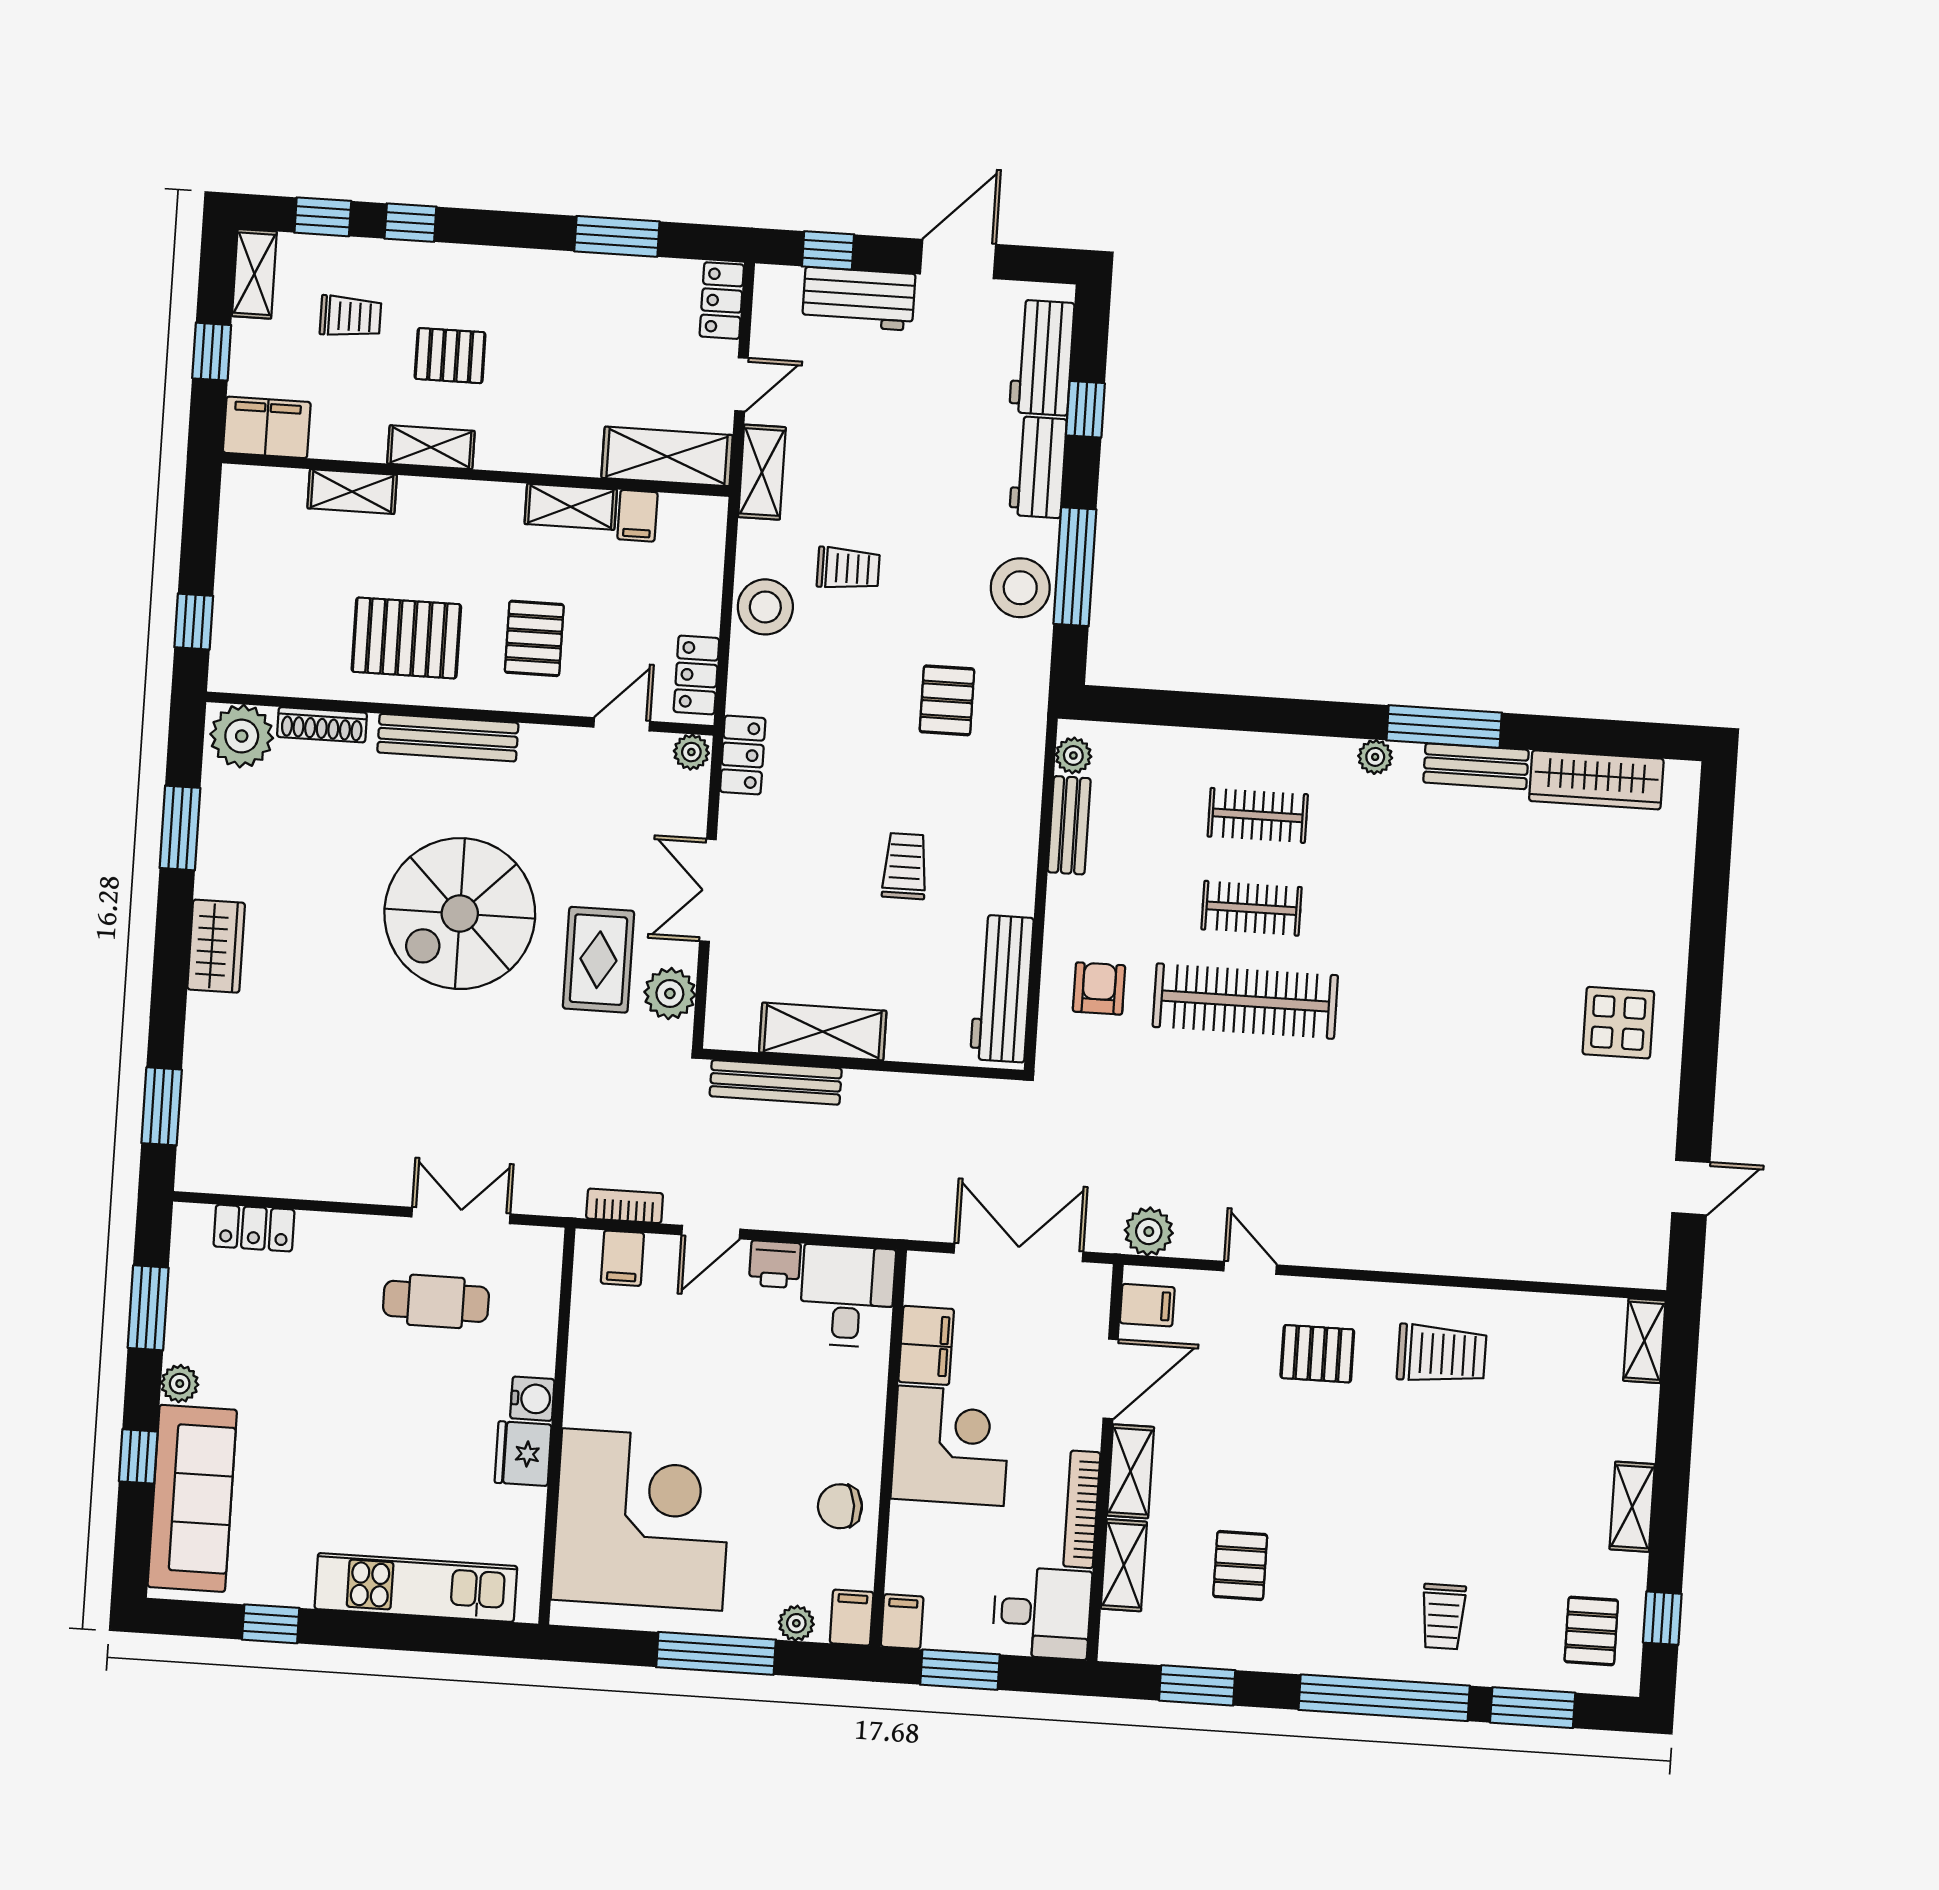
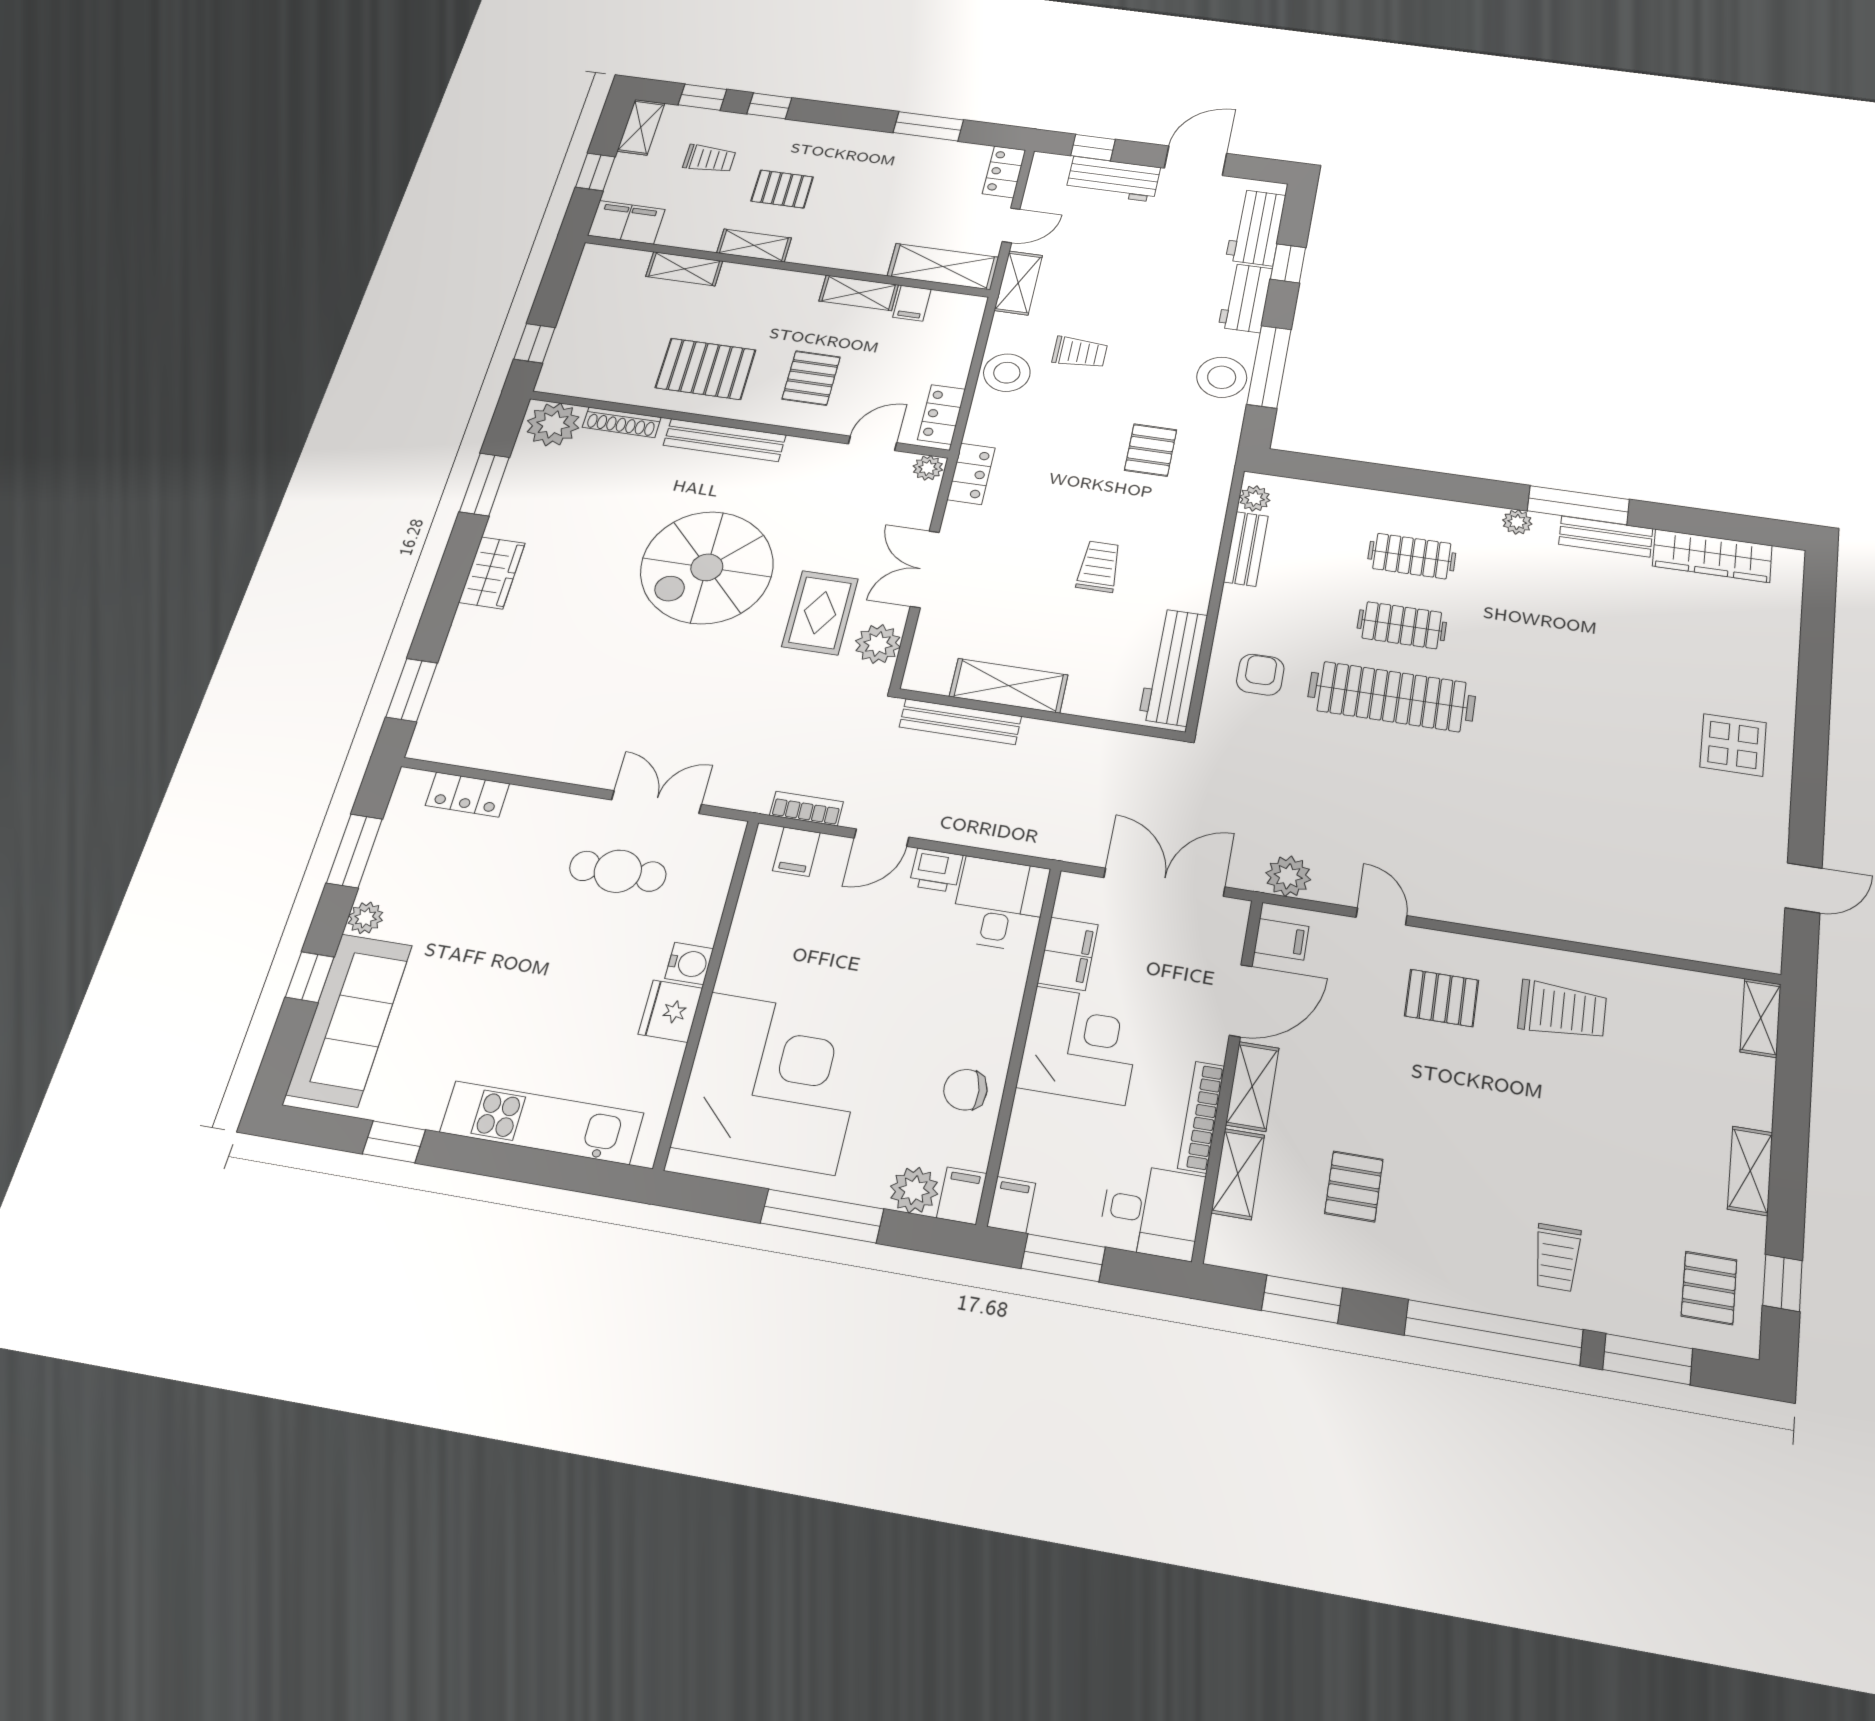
plant: (796, 1623) -> (914, 1190), width x1.38, depth x1.38

